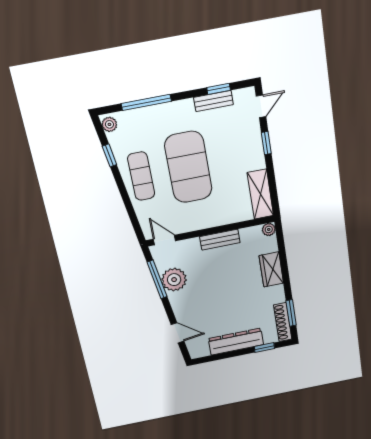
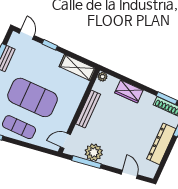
bench: (220, 240) -> (88, 109), width x1.36
door: (178, 333) -> (129, 174), hinge flipped

